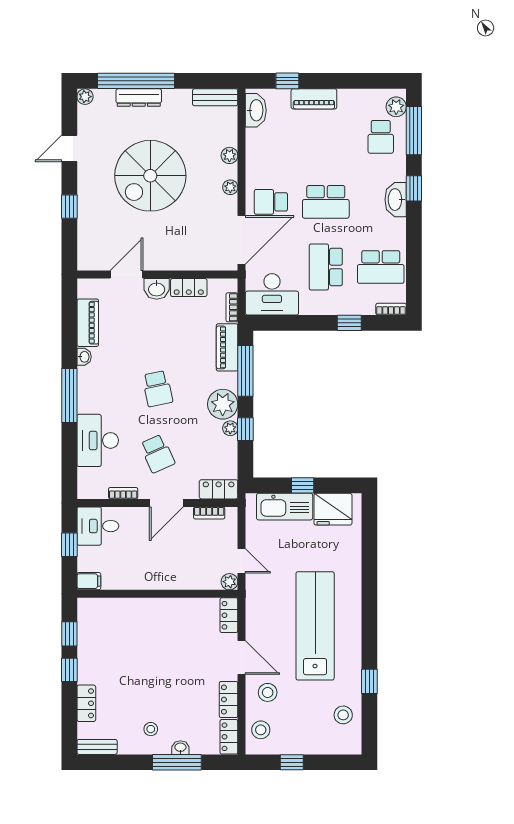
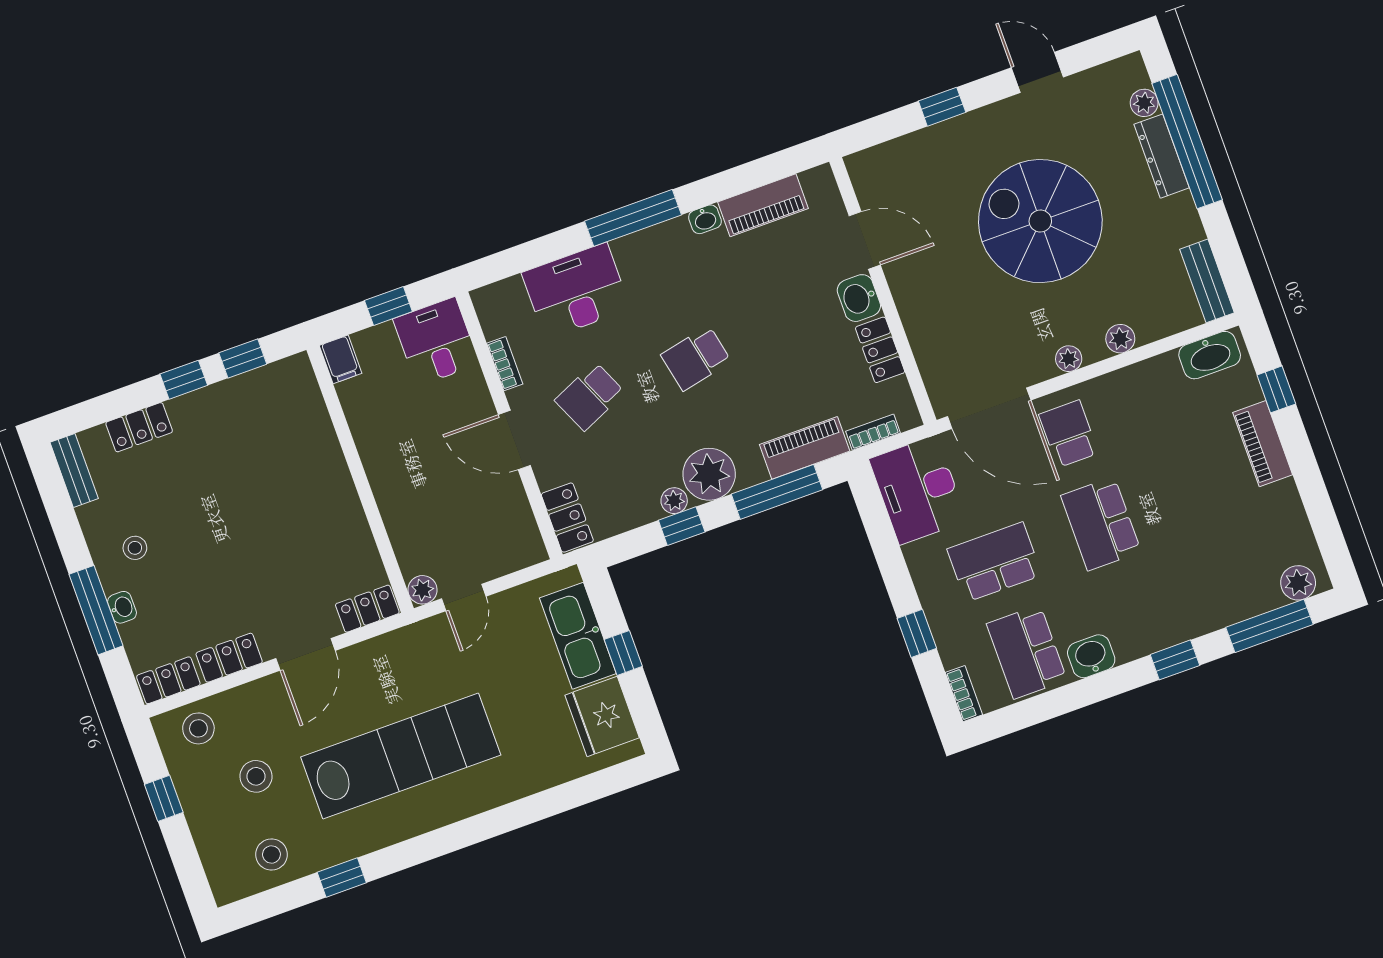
plant: (85, 97) -> (1144, 103), moved
school desk: (381, 137) -> (1240, 575), removed
washbasin: (396, 200) -> (1091, 656), moved, width x0.72
bookcase: (209, 513) -> (523, 516), removed
stool: (268, 692) -> (256, 776), moved

